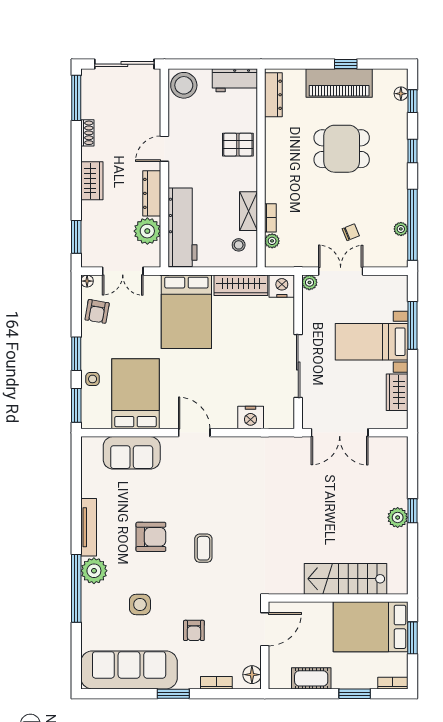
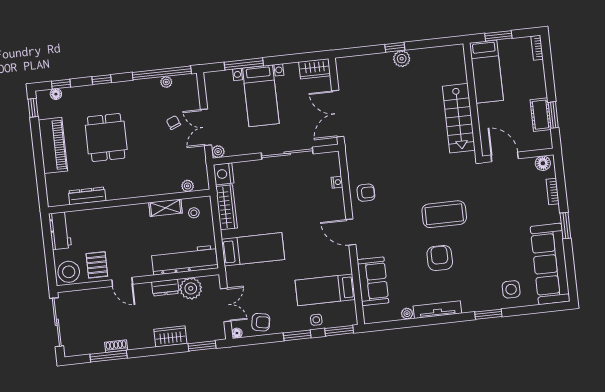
window: (346, 64) -> (33, 108), moved
dresser: (273, 95) -> (87, 196), moved
window: (76, 98) -> (109, 356), moved
pallet: (238, 145) -> (97, 265), moved
wardrobe: (92, 181) -> (170, 336), moved
dresser: (152, 193) -> (165, 288), width x0.70
bookcase: (270, 218) -> (169, 189), removed
bed: (186, 312) -> (253, 249), width x0.67
wardrobe: (397, 392) -> (315, 69), moved
bed: (136, 394) -> (325, 290), width x0.67
nightstand: (251, 418) -> (337, 182), width x0.53, depth x0.56
door: (194, 433) -> (351, 232), hinge flipped
double door: (340, 433) -> (338, 114), swing flipped
coffee table: (203, 548) -> (444, 214), width x1.86, depth x1.72
plant: (94, 571) -> (407, 314), moved, width x0.53, depth x0.53
stairs: (346, 579) -> (459, 118), moved
window: (76, 588) -> (488, 314), width x0.47
side table: (140, 605) -> (511, 289), moved
bed: (371, 627) -> (486, 72), width x0.67
armchair: (194, 630) -> (366, 193), moved
window: (355, 694) -> (553, 115), moved

